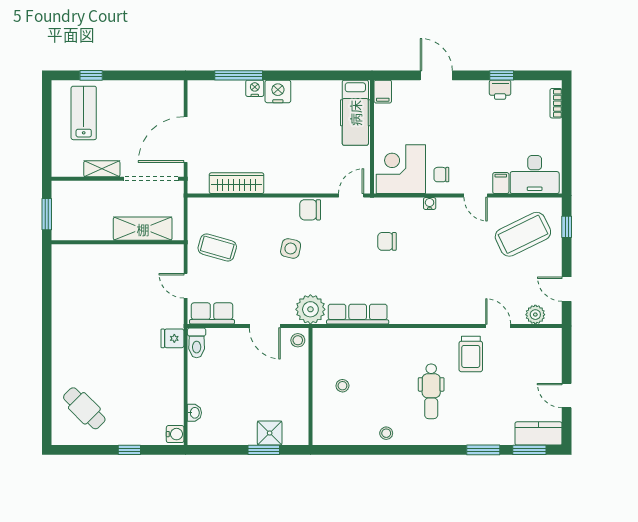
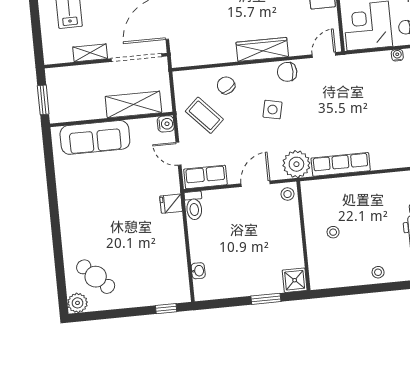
wardrobe: (237, 183) -> (262, 49), moved
chair: (387, 241) -> (226, 85), moved, turned 56
coffee table: (217, 248) -> (204, 115), turned 31
sofa: (98, 260) -> (95, 137), added
door: (265, 326) -> (256, 184), swing flipped
shower: (270, 433) -> (295, 280), moved
plant: (62, 434) -> (77, 303), added
water cooler: (175, 434) -> (166, 124), moved
window: (129, 450) -> (166, 309), moved

